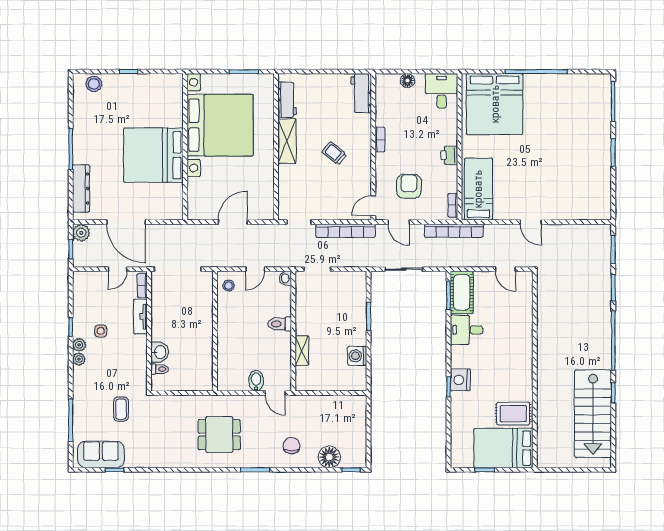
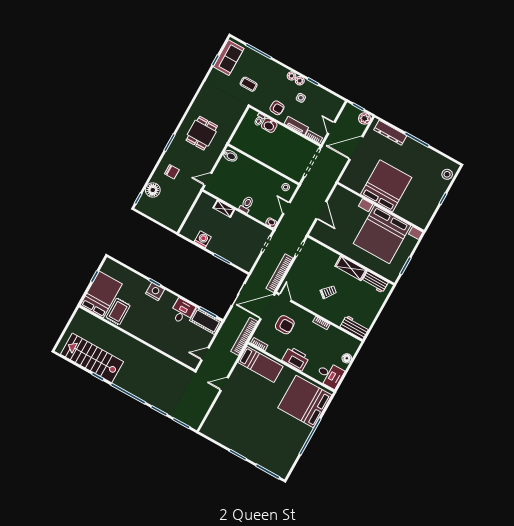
printer: (449, 155) -> (296, 359), width x1.87, depth x1.48
door: (399, 222) -> (267, 307), width x1.88
armchair: (131, 355) -> (277, 108), added
bidet: (256, 381) -> (230, 156), moved

